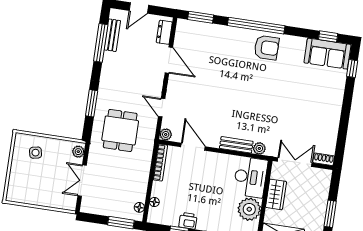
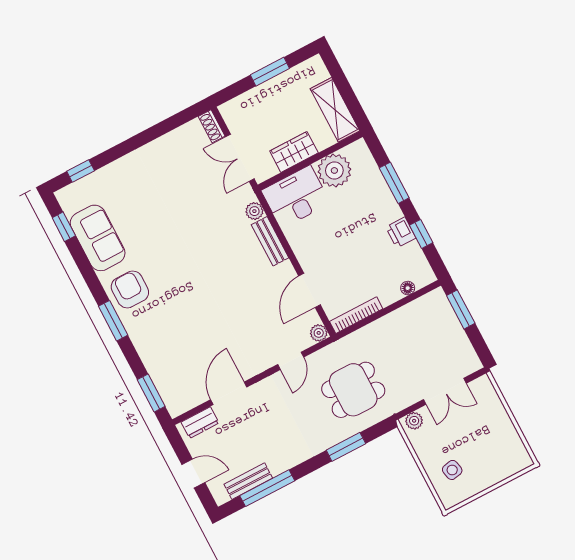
window: (256, 26) -> (113, 321), width x0.47
sofa: (327, 54) -> (98, 238), moved
floor lamp: (139, 207) -> (427, 301), removed

